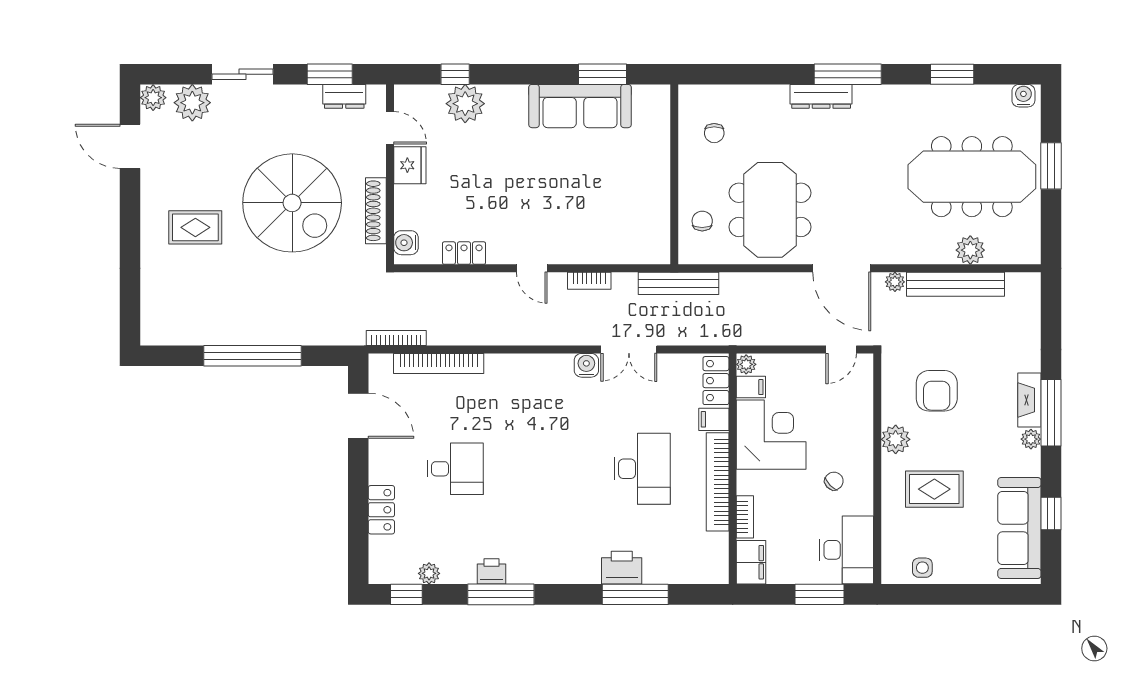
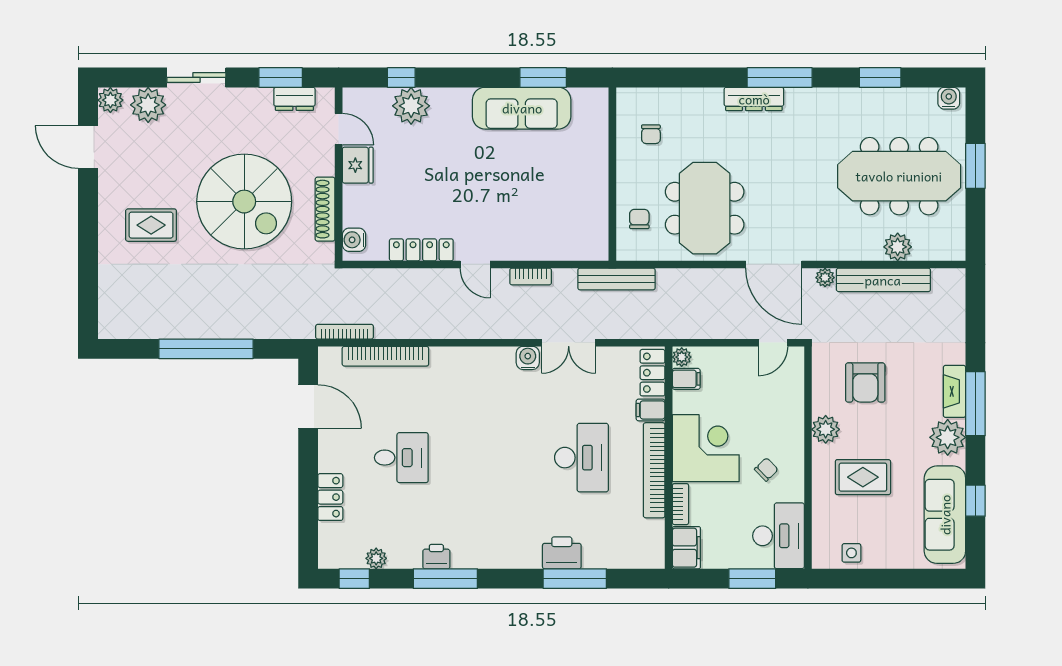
locker: (464, 253) -> (421, 250), width x1.53
corner desk: (771, 435) -> (706, 448), moved
plant: (1031, 439) -> (948, 437), width x1.87, depth x1.87

